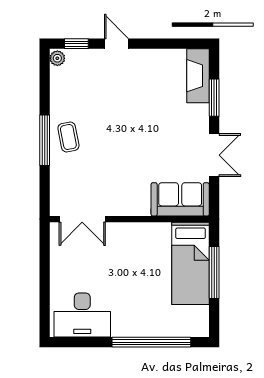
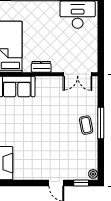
double door: (82, 219) -> (78, 74), swing flipped
dresser: (141, 231) -> (41, 67), added

